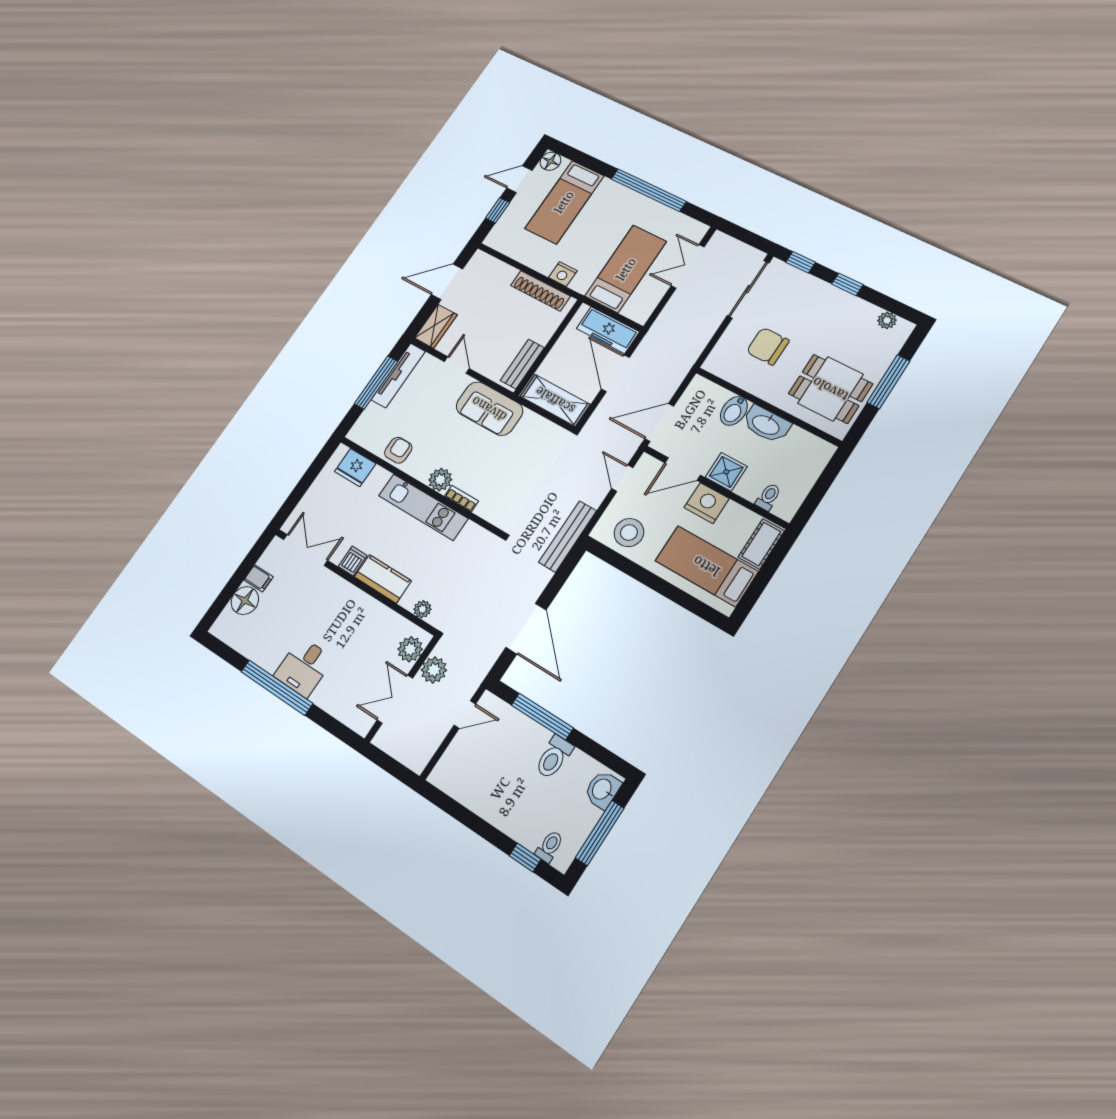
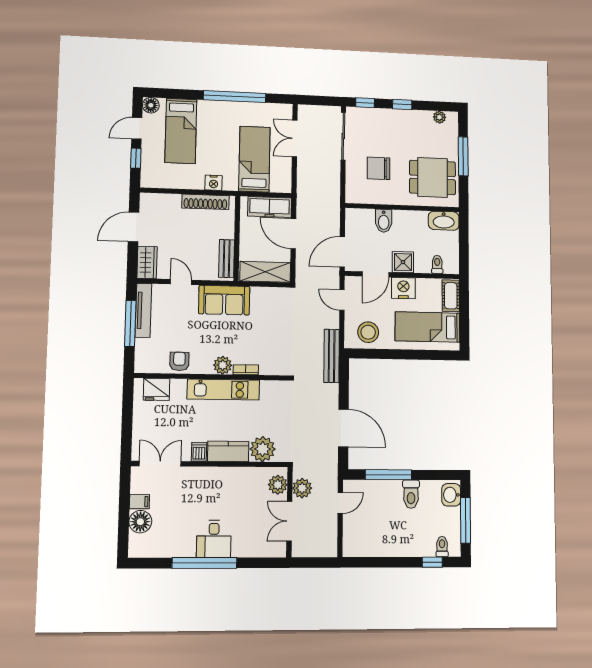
washbasin: (766, 424) -> (444, 221), moved
plant: (422, 609) -> (263, 449), width x1.87, depth x1.87

